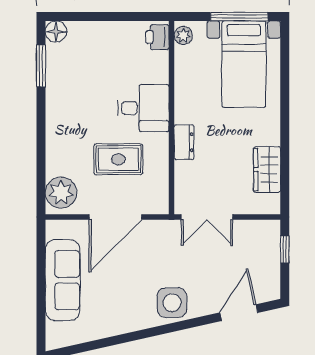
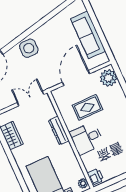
dresser: (184, 142) -> (59, 131), width x1.44

